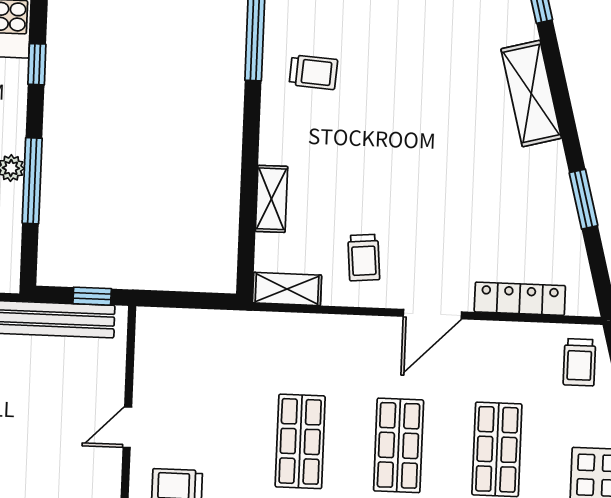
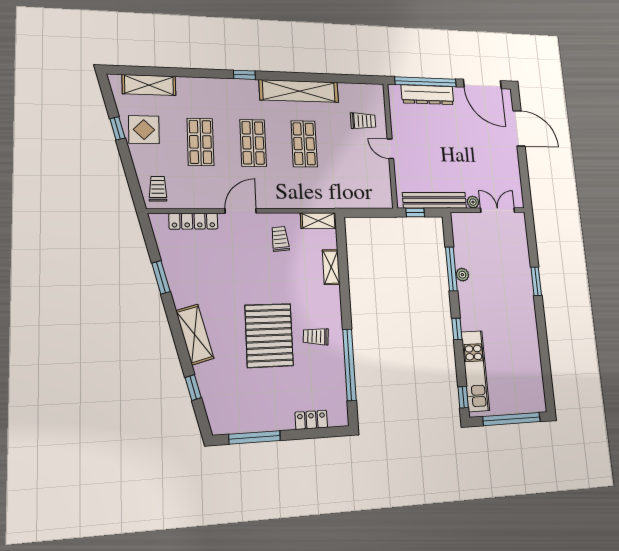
pallet: (399, 81) -> (269, 335), added
door: (127, 427) -> (390, 149), swing flipped

